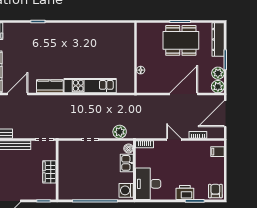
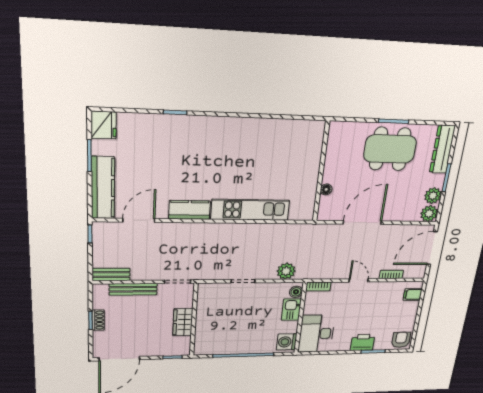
door: (184, 94) -> (362, 223), moved

